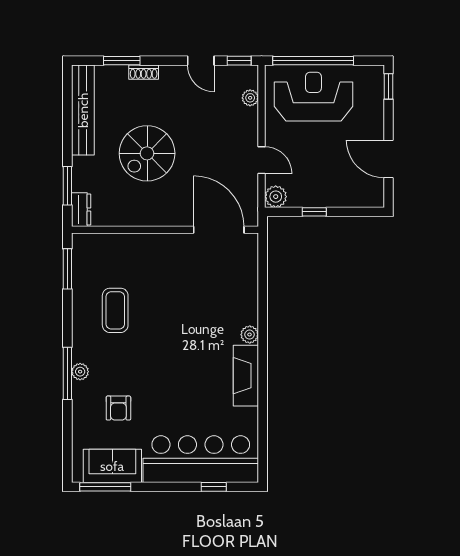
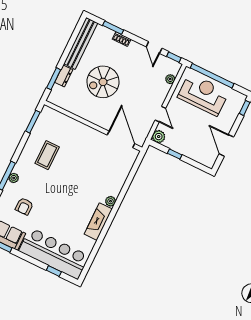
dresser: (81, 210) -> (64, 76), moved

